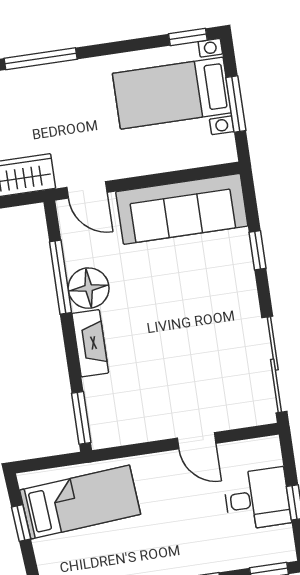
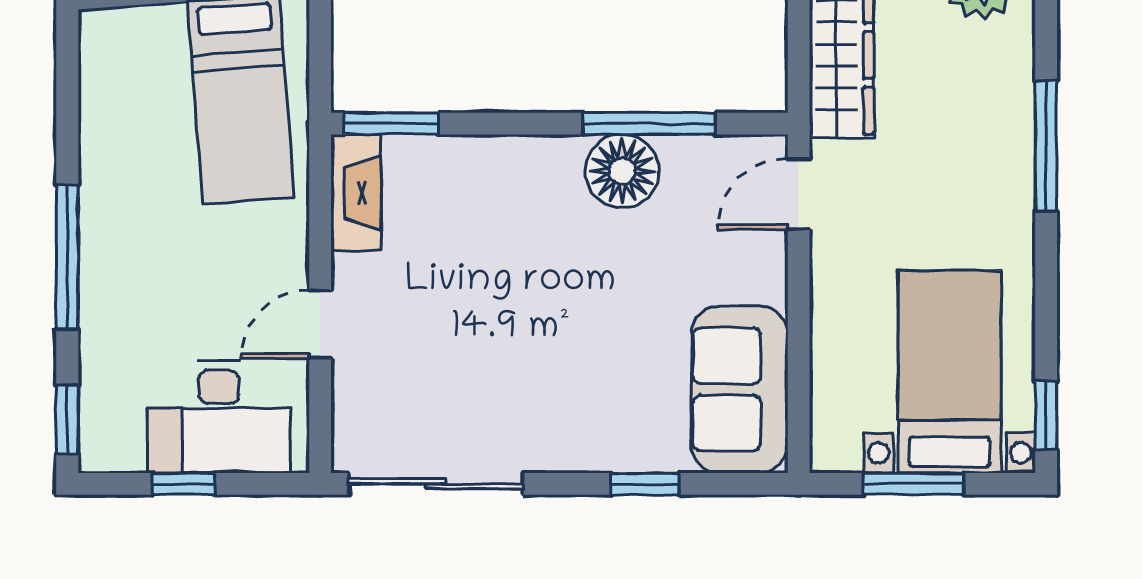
sofa: (182, 209) -> (739, 389), width x0.73
fireplace: (90, 343) -> (356, 193), moved, turned -90
desk: (257, 499) -> (219, 417), width x1.37

